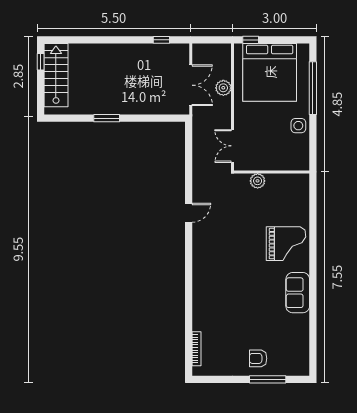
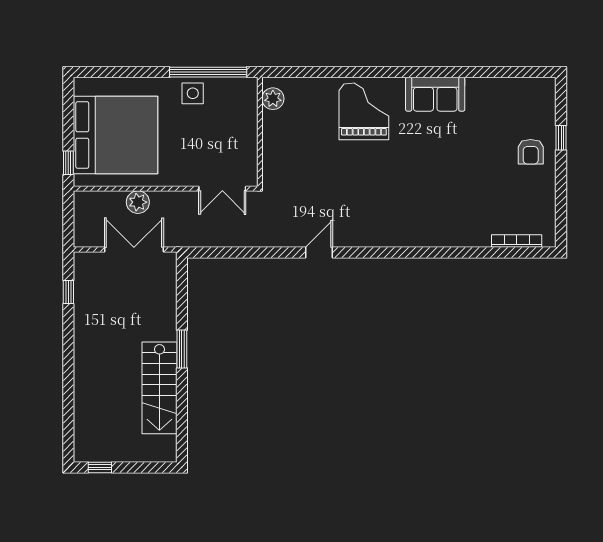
stairs: (56, 75) -> (159, 388), moved, turned -90
window: (313, 88) -> (208, 72), moved
window: (107, 118) -> (182, 349), moved
plant: (258, 181) -> (273, 99), moved
door: (189, 213) -> (319, 253), hinge flipped
window: (268, 379) -> (561, 138), width x0.46

